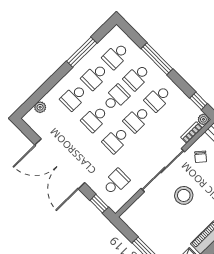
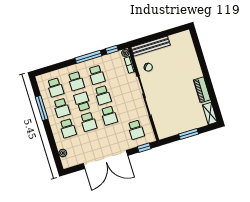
window: (157, 59) -> (88, 57), moved
school desk: (116, 182) -> (136, 130), turned 180
stool: (184, 195) -> (167, 91), removed

